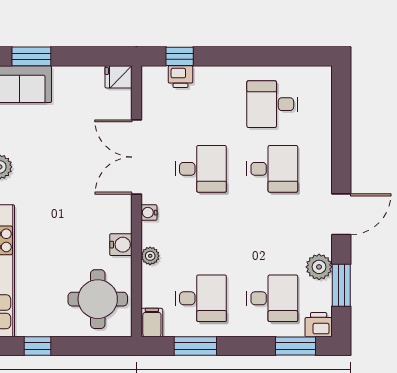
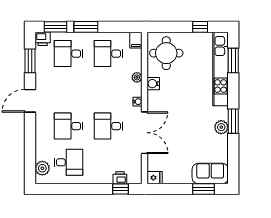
plant: (319, 267) -> (42, 168), moved
window: (195, 346) -> (86, 27), moved

